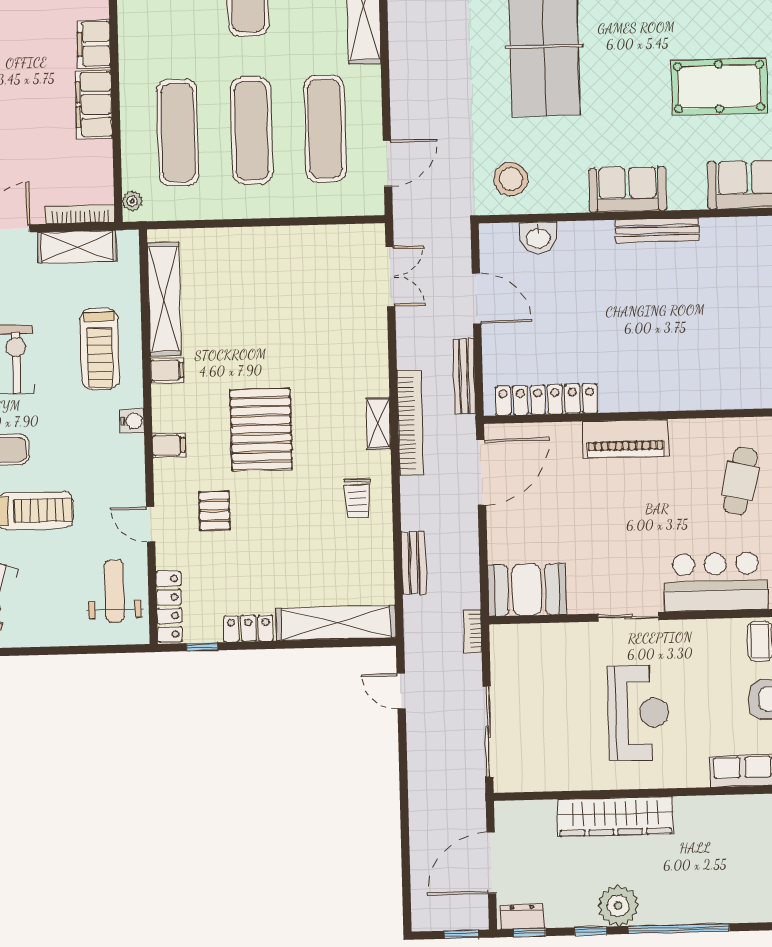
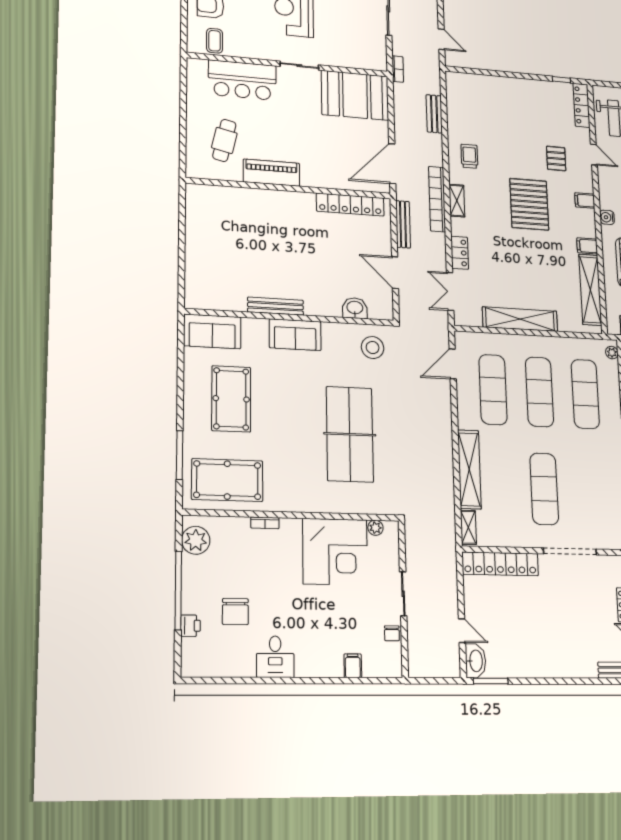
pool table: (719, 87) -> (231, 399), turned 90
piano: (625, 439) -> (271, 173), moved
booth: (527, 590) -> (355, 95), width x1.36, depth x1.42
shelving: (336, 623) -> (520, 319), moved
locker: (248, 628) -> (460, 253), moved, turned -90

